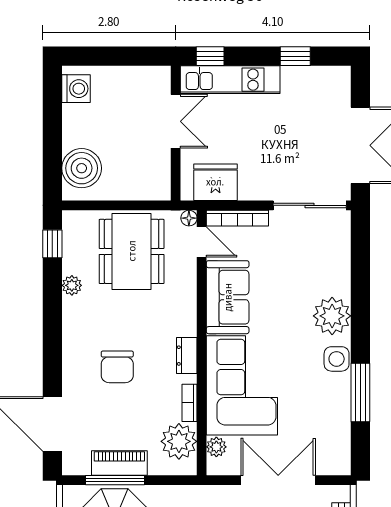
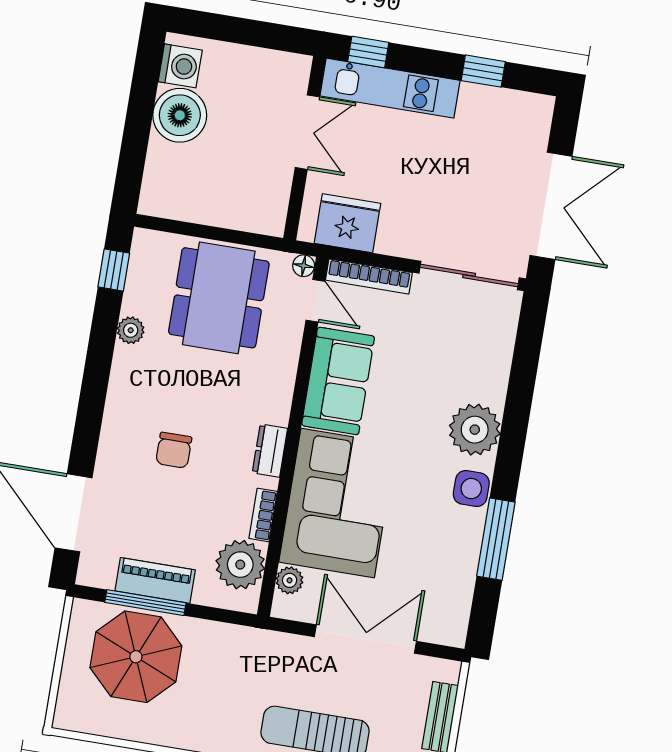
boiler: (82, 168) -> (180, 115), moved
chair: (117, 367) -> (174, 450), width x0.73, depth x0.73

